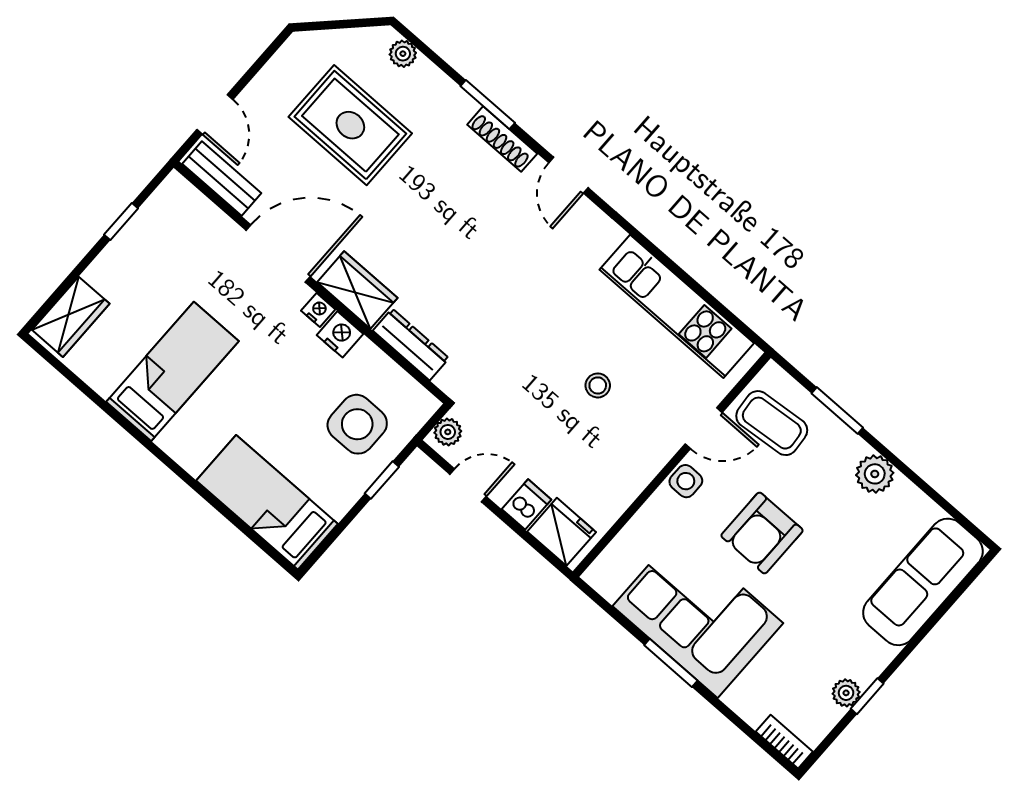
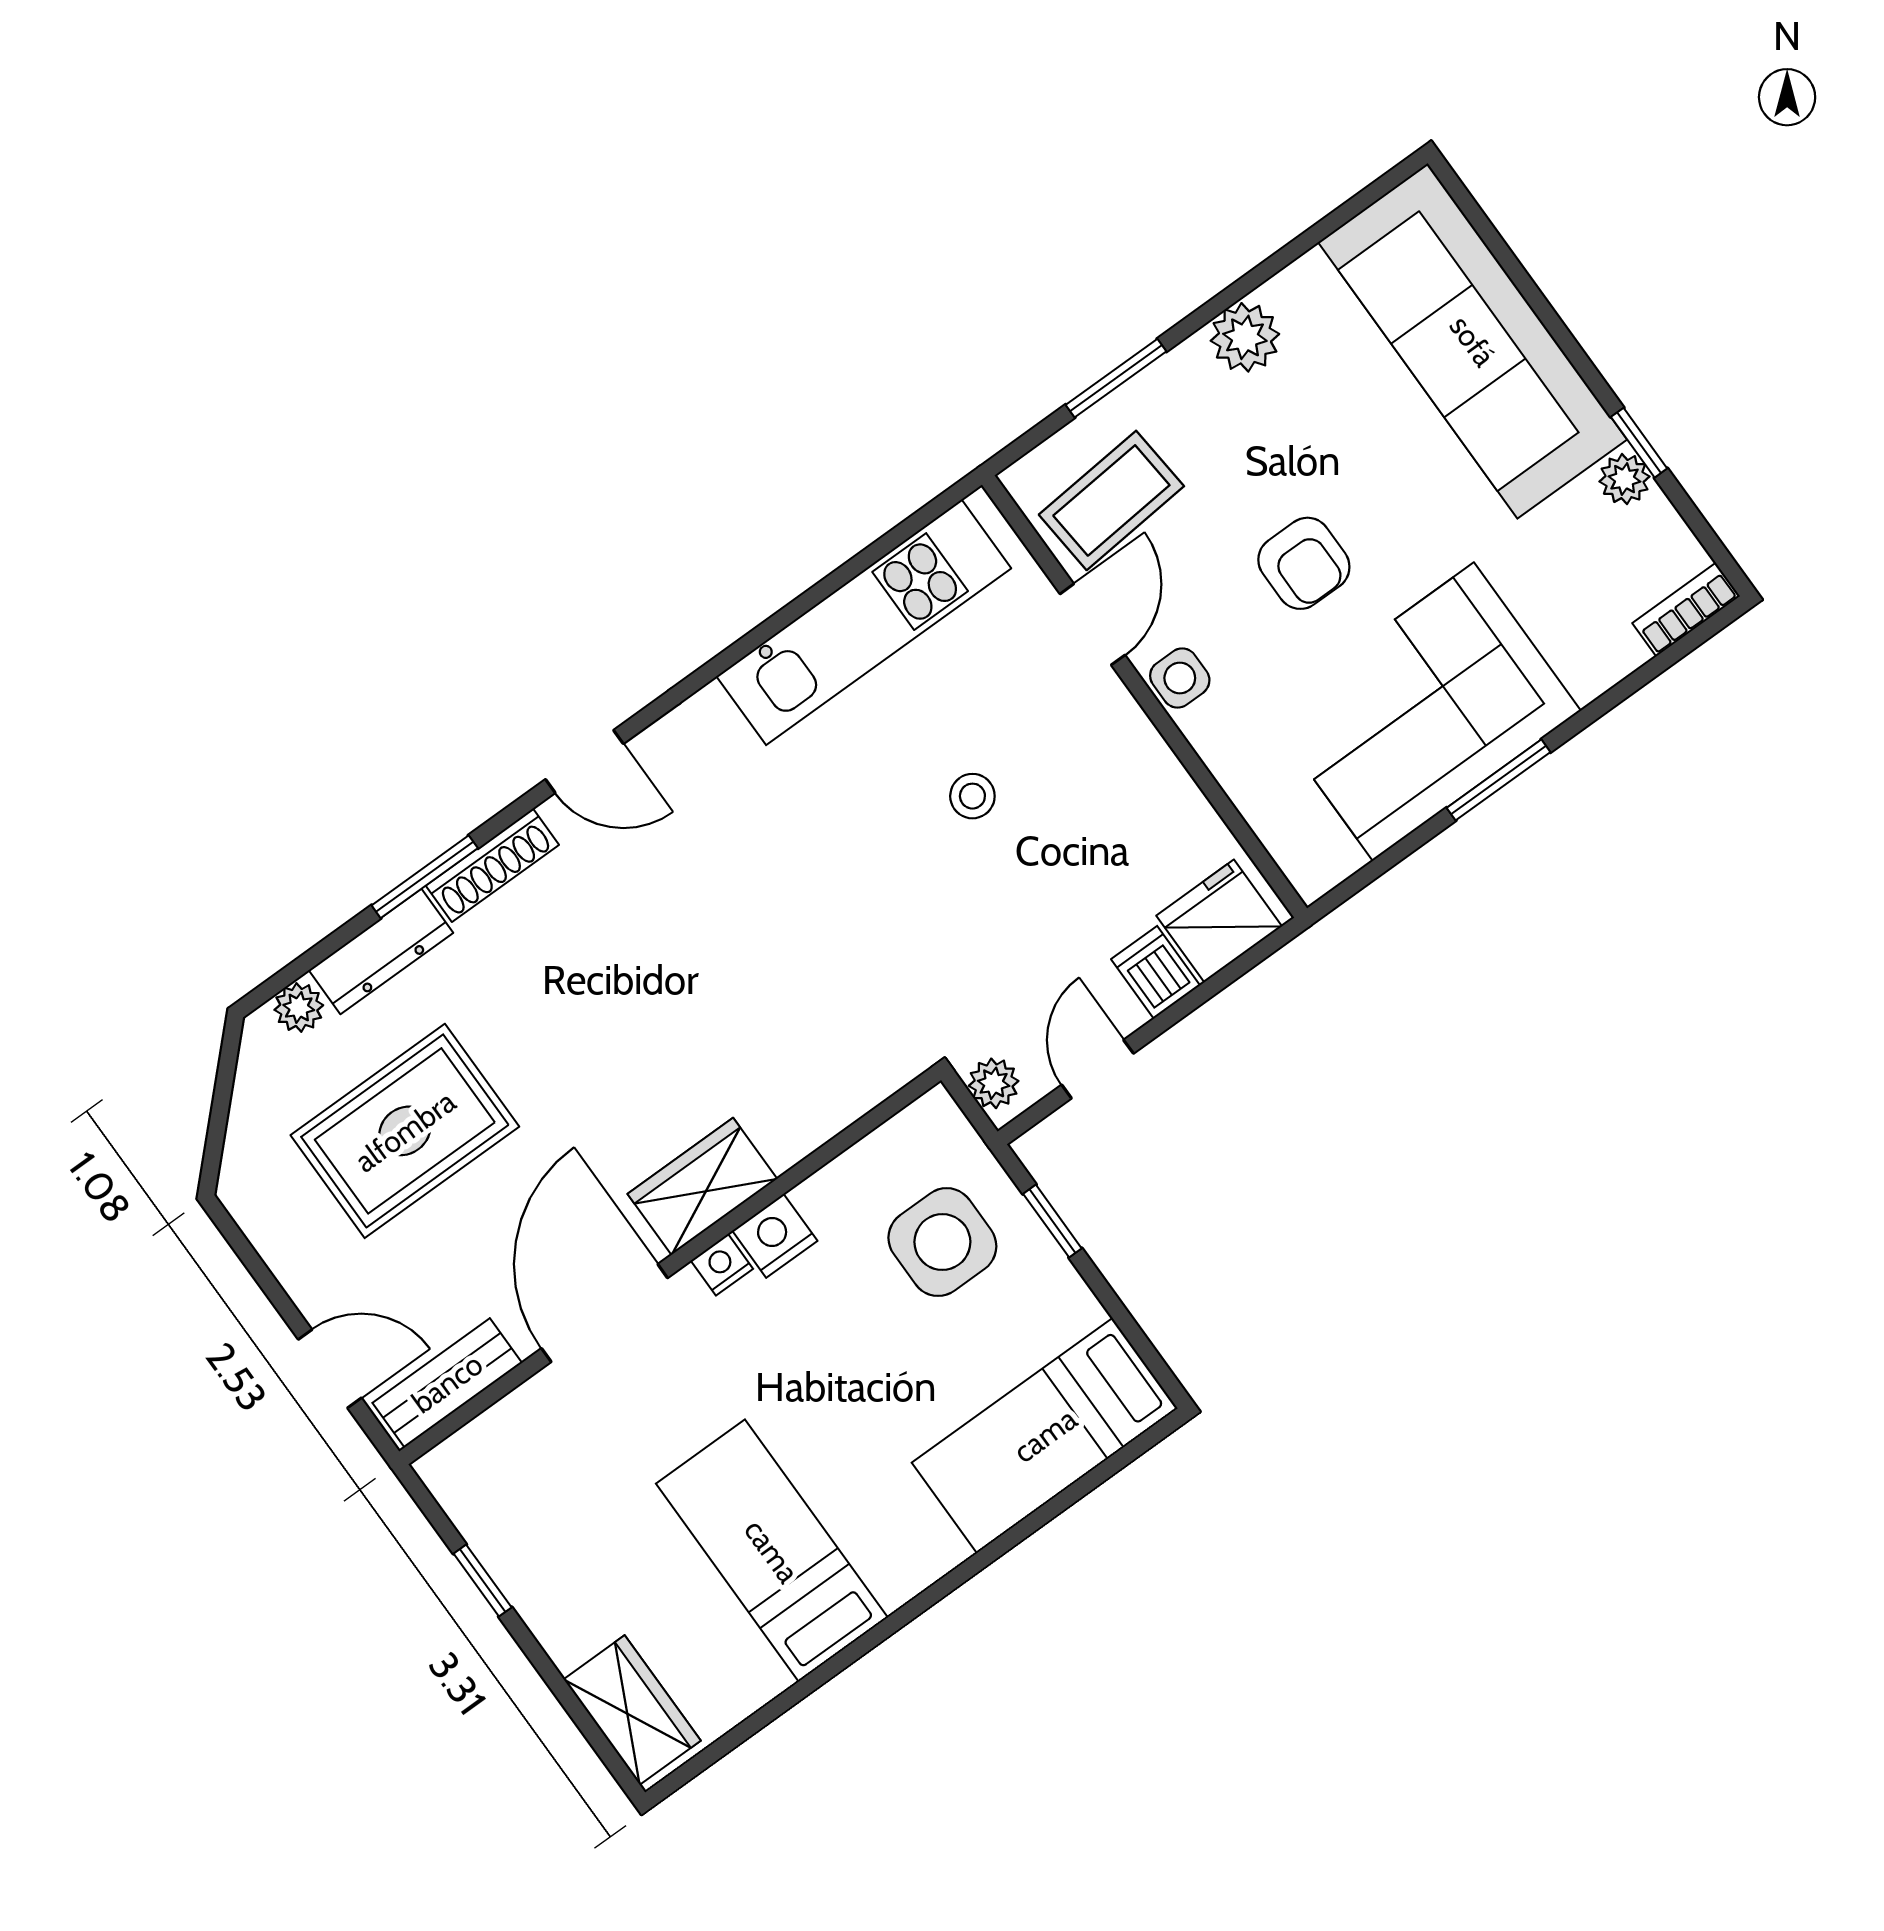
dresser: (411, 344) -> (381, 951), moved, turned 180
armchair: (762, 533) -> (1304, 563), width x0.72, depth x0.72
sofa: (923, 582) -> (1473, 341), width x1.36, depth x1.27

